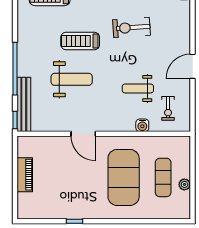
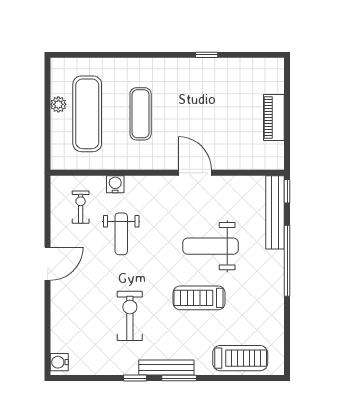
exercise bike: (131, 28) -> (130, 316), turned -86
treadmill: (80, 41) -> (199, 298), turned 180
weight bench: (138, 88) -> (121, 234), turned 90
exercise mat: (124, 177) -> (141, 114), width x0.50, depth x0.69
exercise mat: (163, 177) -> (87, 114), width x1.36, depth x1.45

